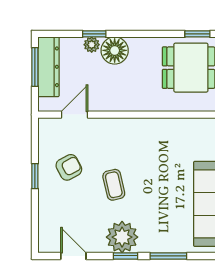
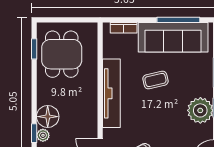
tv unit: (143, 128) -> (111, 93), added
coffee table: (114, 185) -> (155, 80), moved

